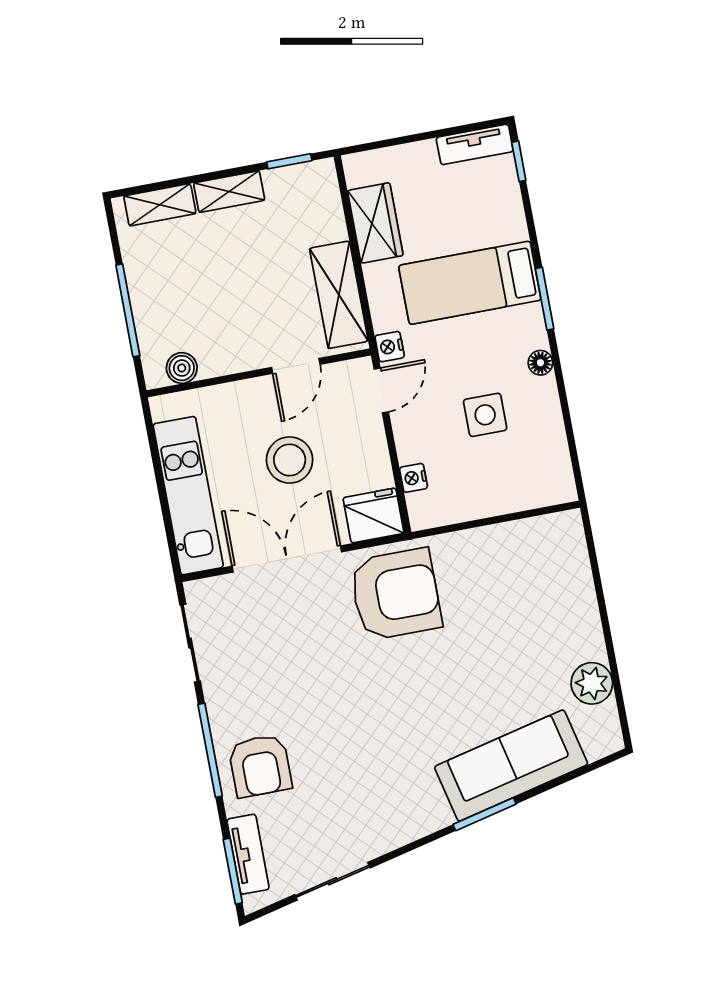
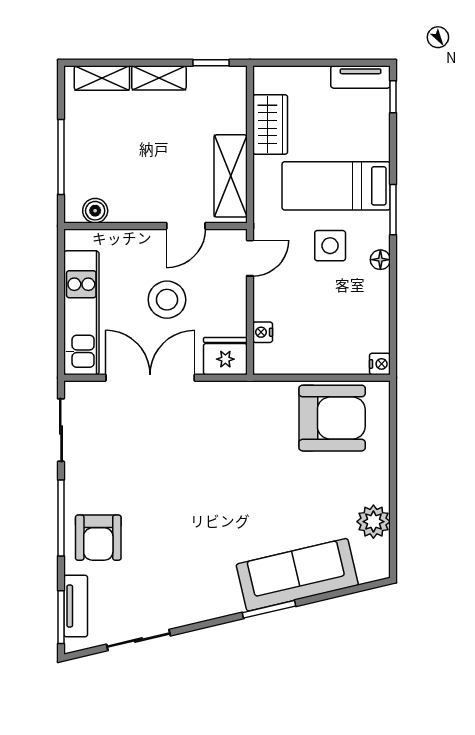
nightstand: (390, 347) -> (380, 364), moved, turned 180
side table: (485, 415) -> (330, 246), moved
armchair: (396, 594) -> (332, 418), moved

